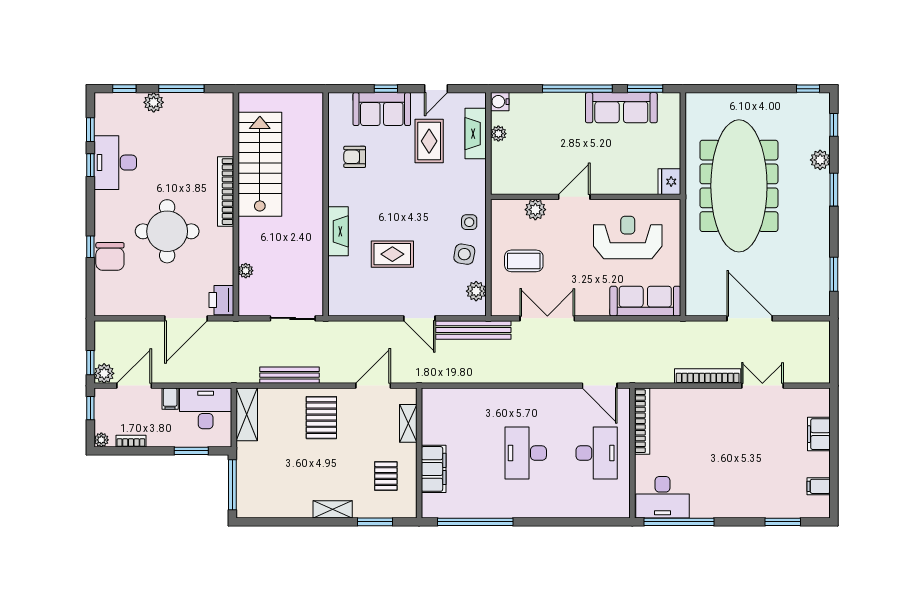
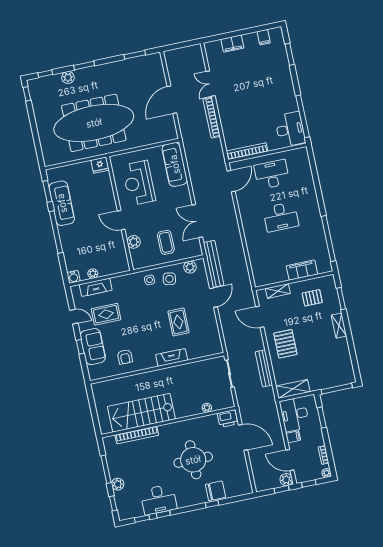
bookcase: (226, 192) -> (137, 435), moved
pallet: (321, 418) -> (285, 344), turned 90

